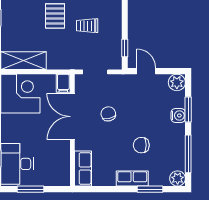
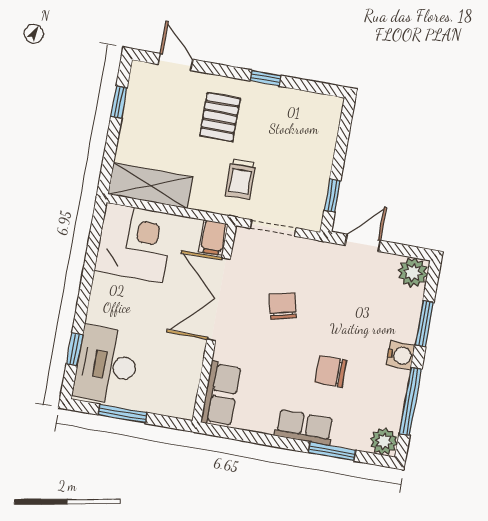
trolley: (87, 26) -> (241, 179), moved, turned -90
door: (146, 71) -> (363, 243), hinge flipped
water cooler: (178, 115) -> (401, 355), moved

